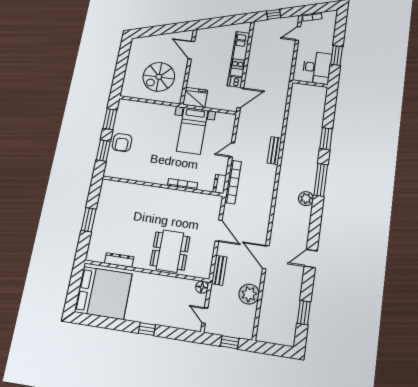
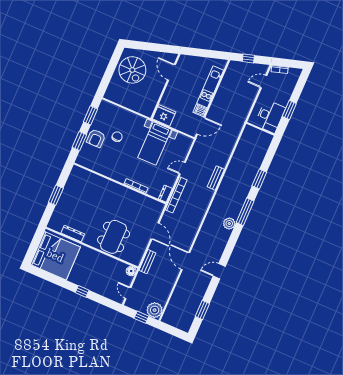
spiral stairs: (159, 77) -> (132, 70), moved, turned -90
chair: (146, 134) -> (117, 137), added
plant: (249, 294) -> (155, 310), moved

